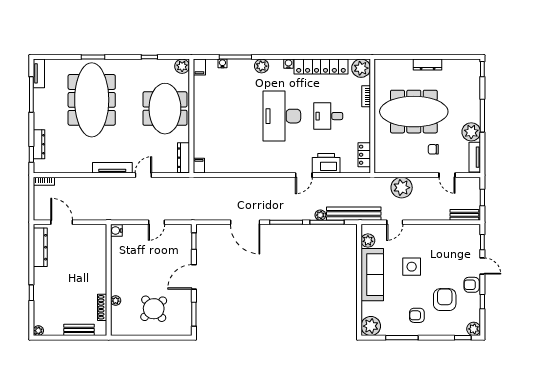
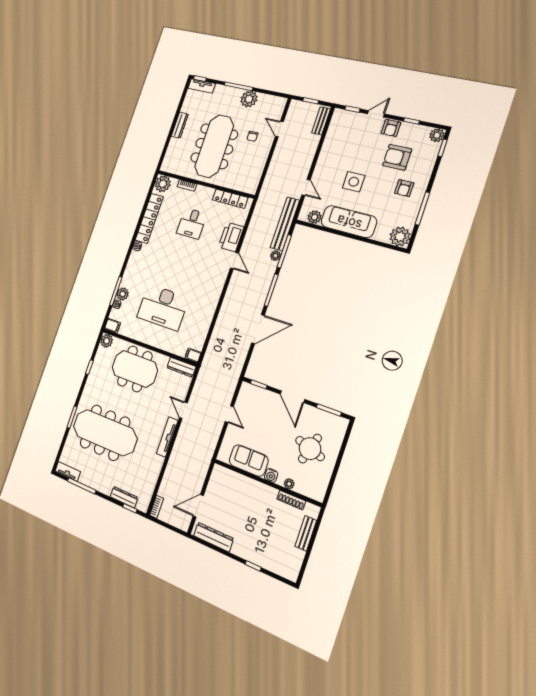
plant: (262, 66) -> (123, 294), moved
desk: (282, 116) -> (163, 307), moved
locker: (364, 155) -> (230, 199), width x1.53
tv unit: (475, 157) -> (202, 86), moved
door: (447, 175) -> (279, 129), swing flipped
plant: (402, 188) -> (276, 173), removed
water cooler: (116, 230) -> (271, 475), moved
sofa: (121, 256) -> (249, 461), added
round table: (154, 309) -> (310, 449), turned -31
plant: (38, 331) -> (292, 576), removed

